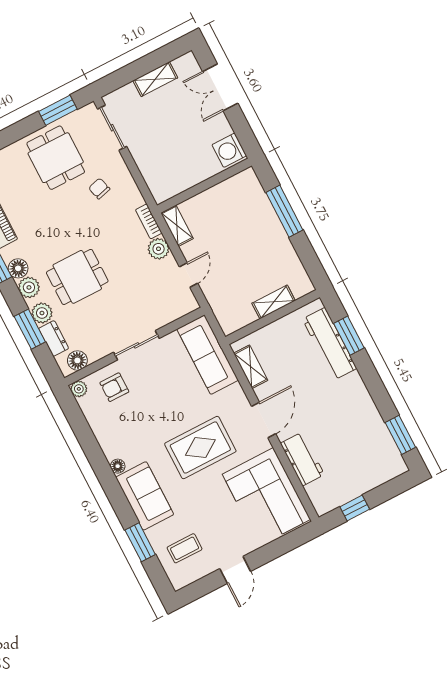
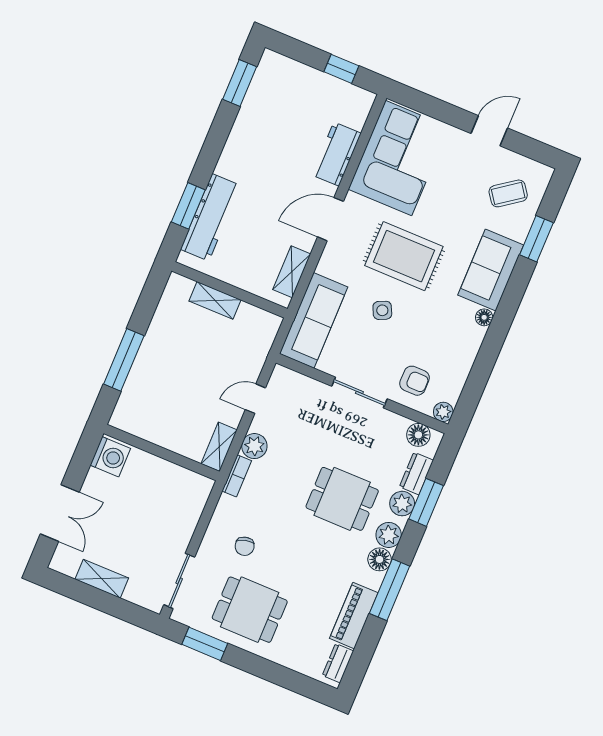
dining table: (56, 158) -> (250, 610), turned 90
side table: (177, 404) -> (382, 310), added
coffee table: (185, 548) -> (508, 193), turned -36

